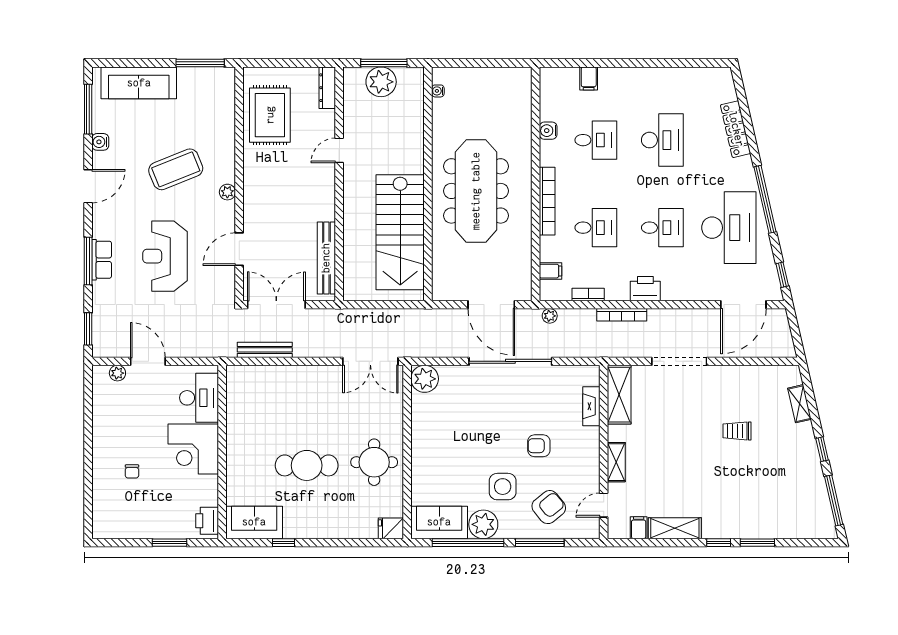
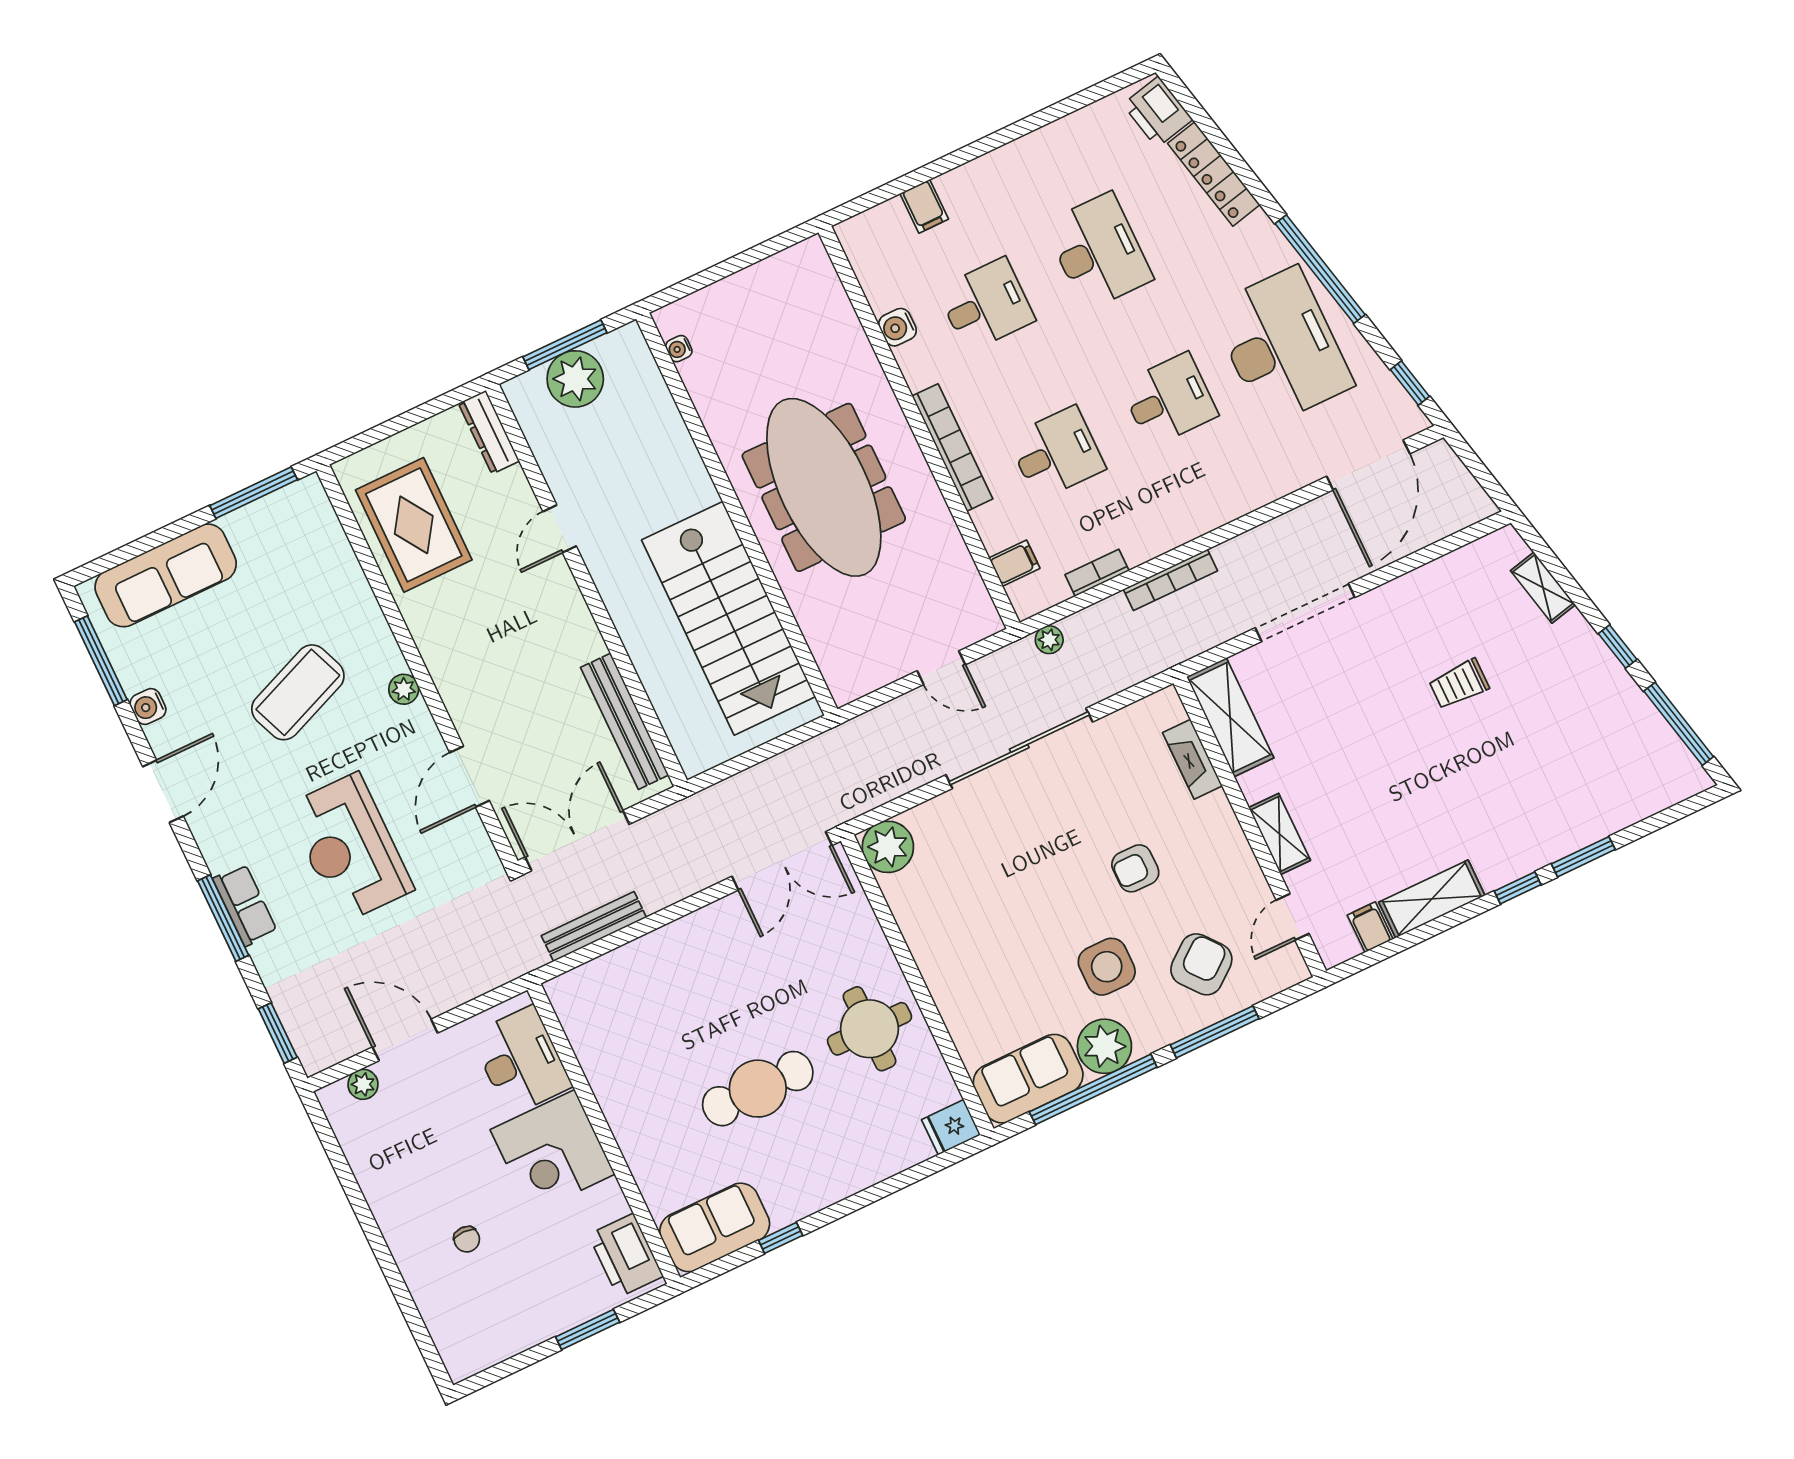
printer: (645, 289) -> (1158, 112), moved, turned -103
door: (491, 305) -> (941, 668), width x0.53
printer: (207, 521) -> (626, 1255), width x1.37, depth x1.19

